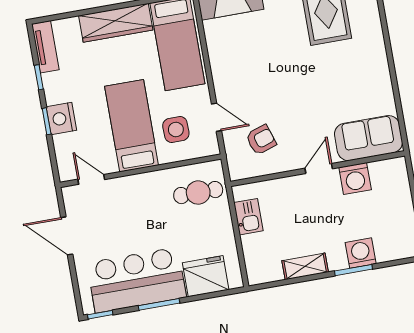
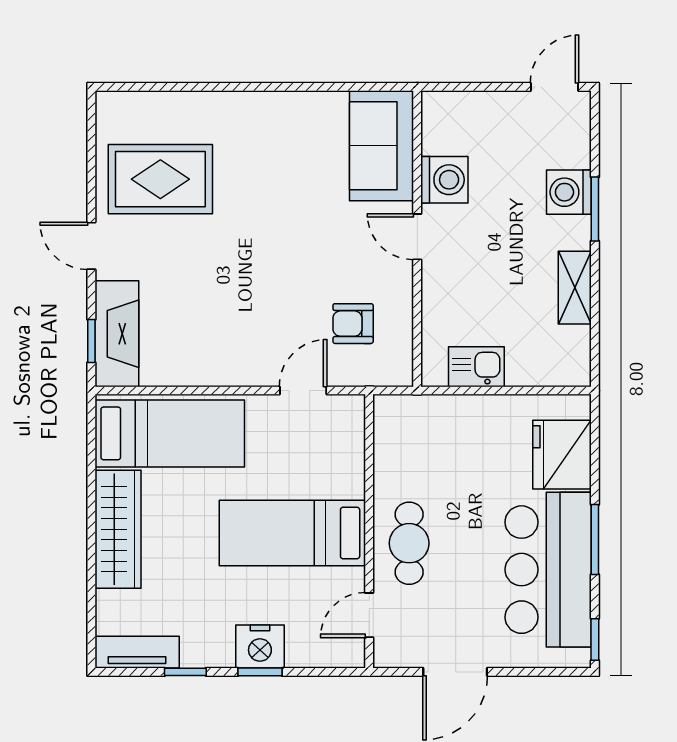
side table: (176, 130) -> (311, 461), removed
armchair: (261, 140) -> (353, 324), turned -72
cafe table: (198, 193) -> (409, 543), moved

